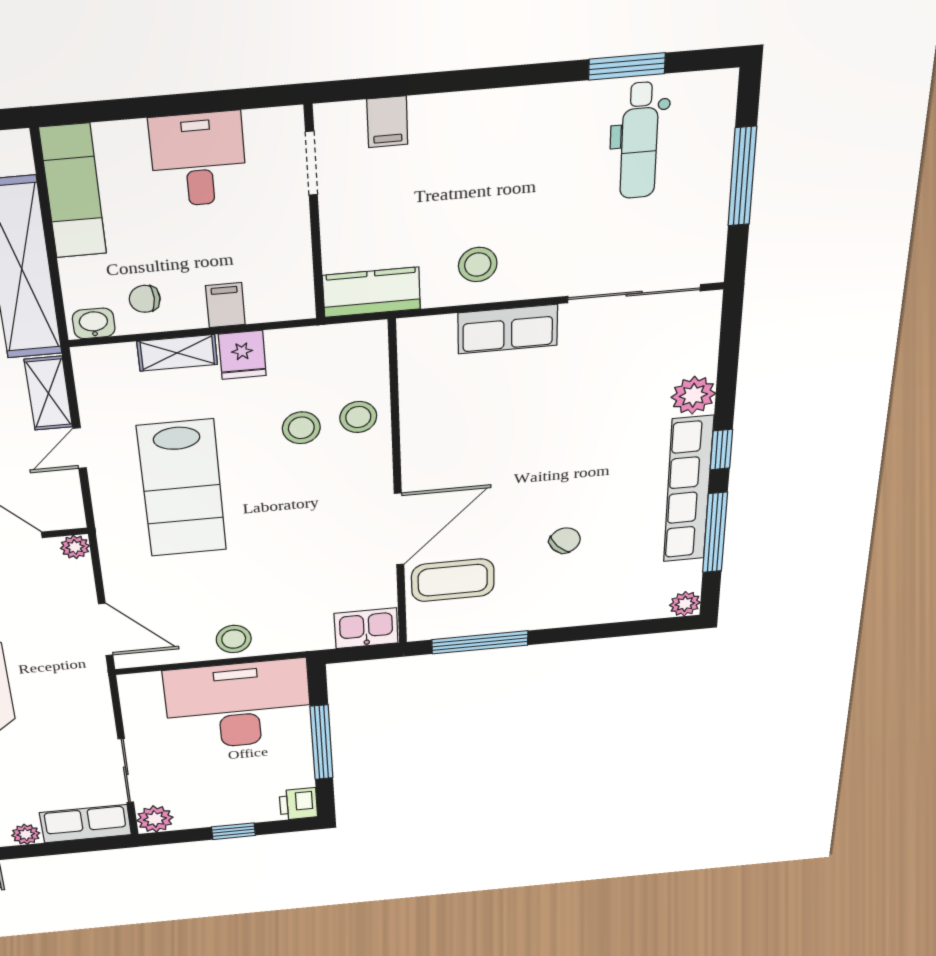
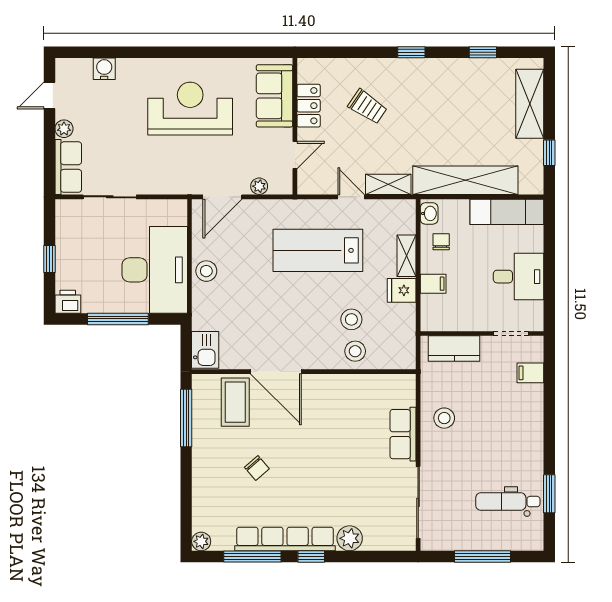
kitchen counter: (372, 292) -> (454, 349), moved, turned 90
plant: (75, 547) -> (259, 186), moved
plant: (155, 819) -> (67, 211), removed

